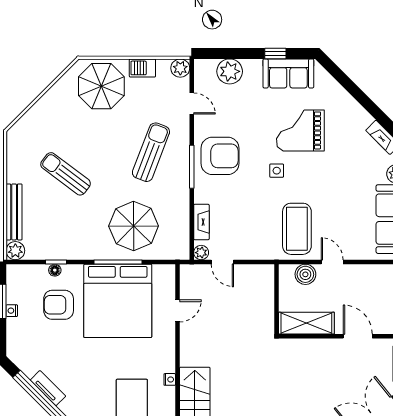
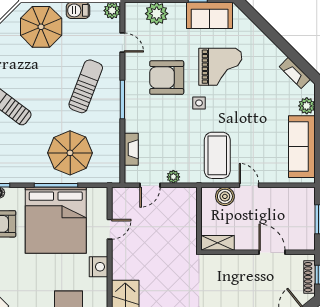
grand piano: (300, 130) -> (220, 67), turned 180
armchair: (220, 156) -> (167, 78), moved, turned 180
plant: (201, 253) -> (173, 177), moved
door: (222, 262) -> (150, 185), hinge flipped
shelving: (306, 323) -> (218, 243), width x0.67, depth x0.75
nightstand: (170, 379) -> (99, 267), moved, width x1.89, depth x1.79

